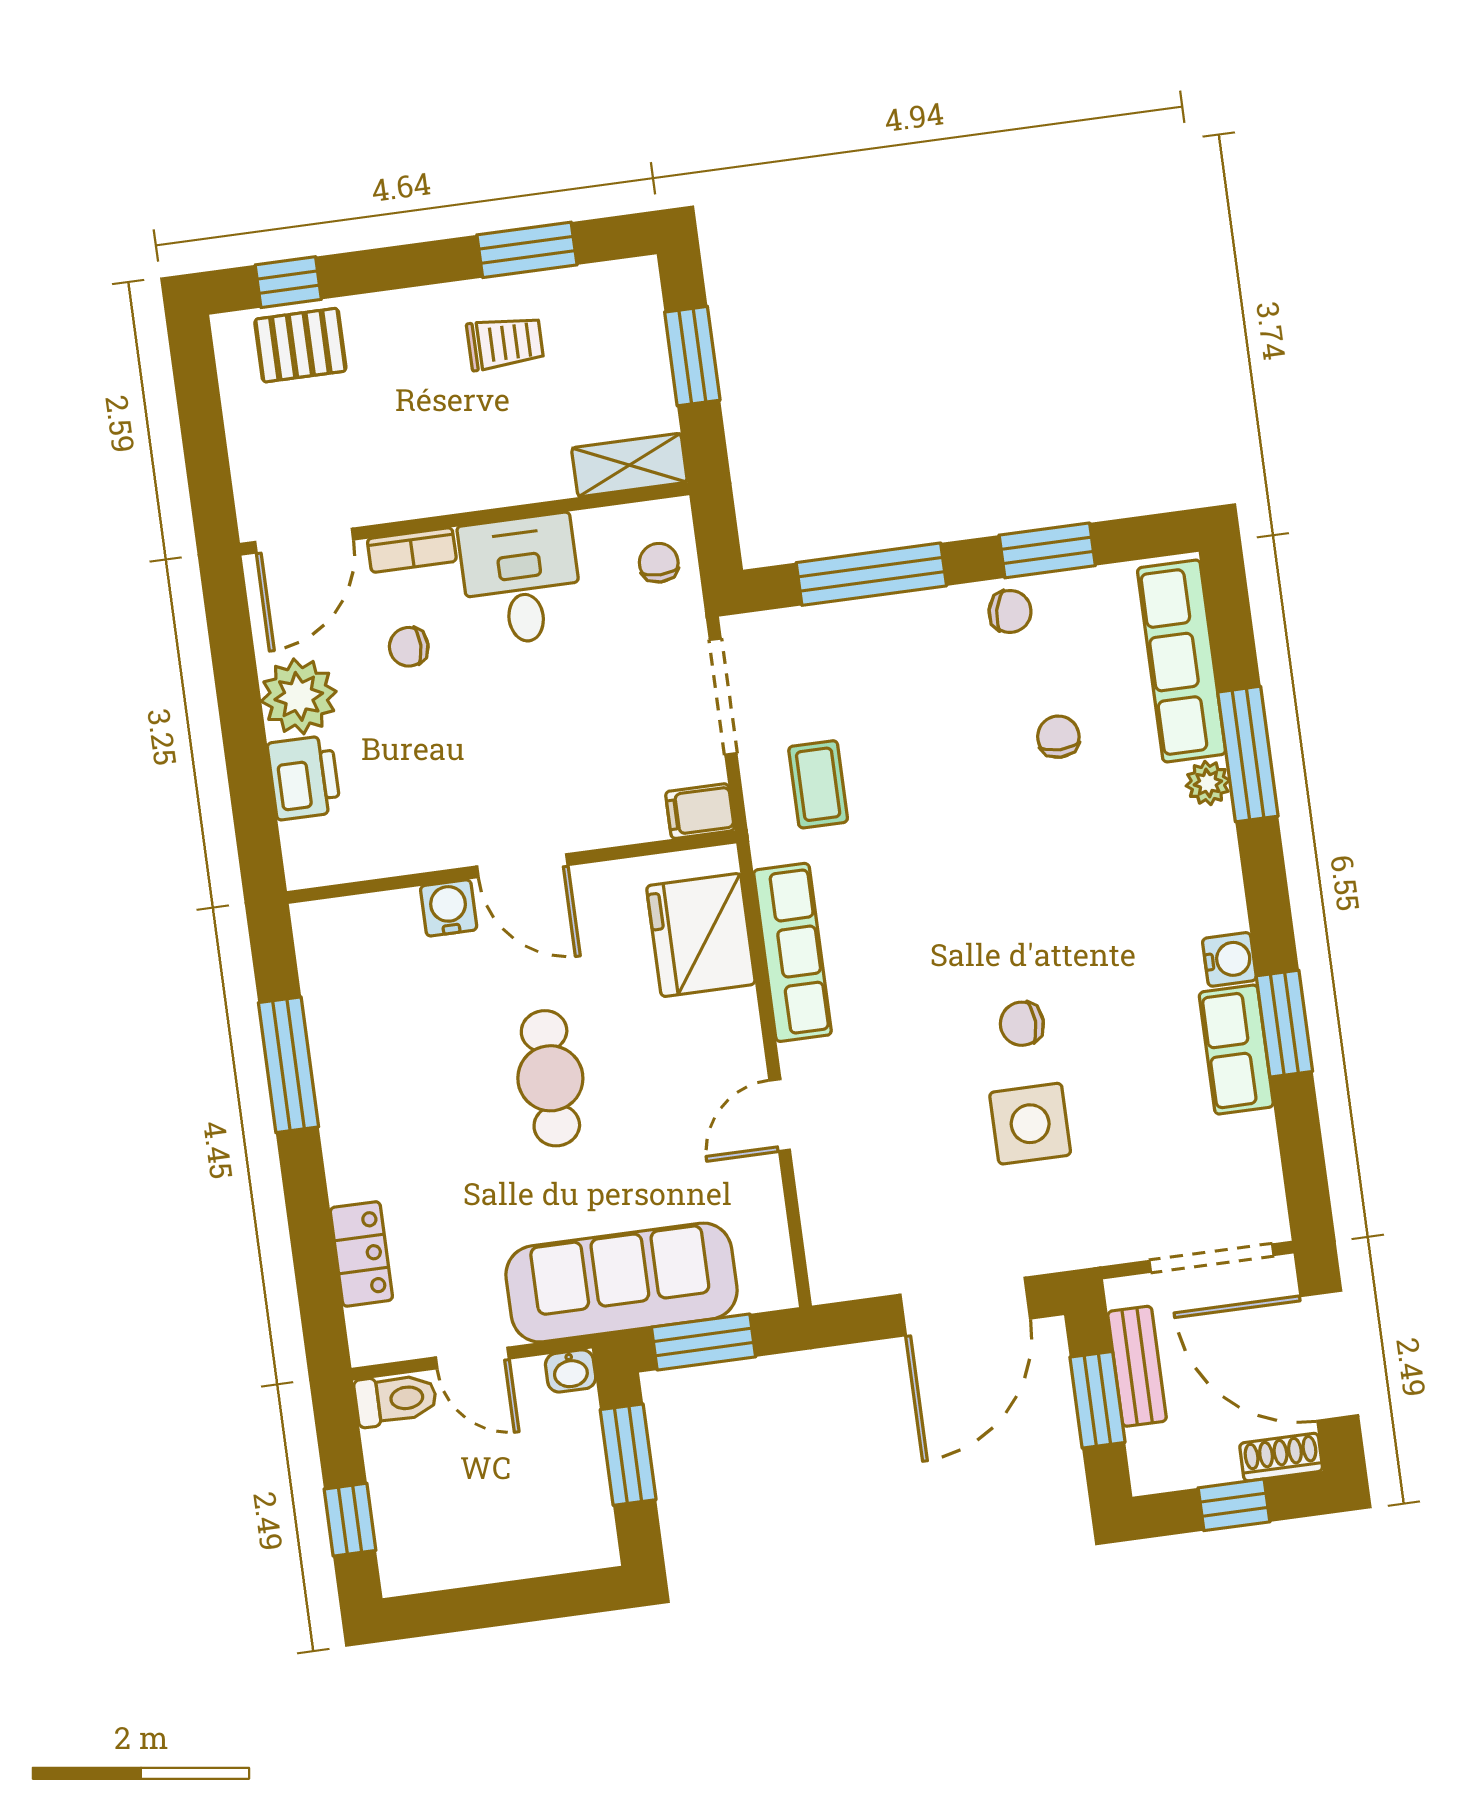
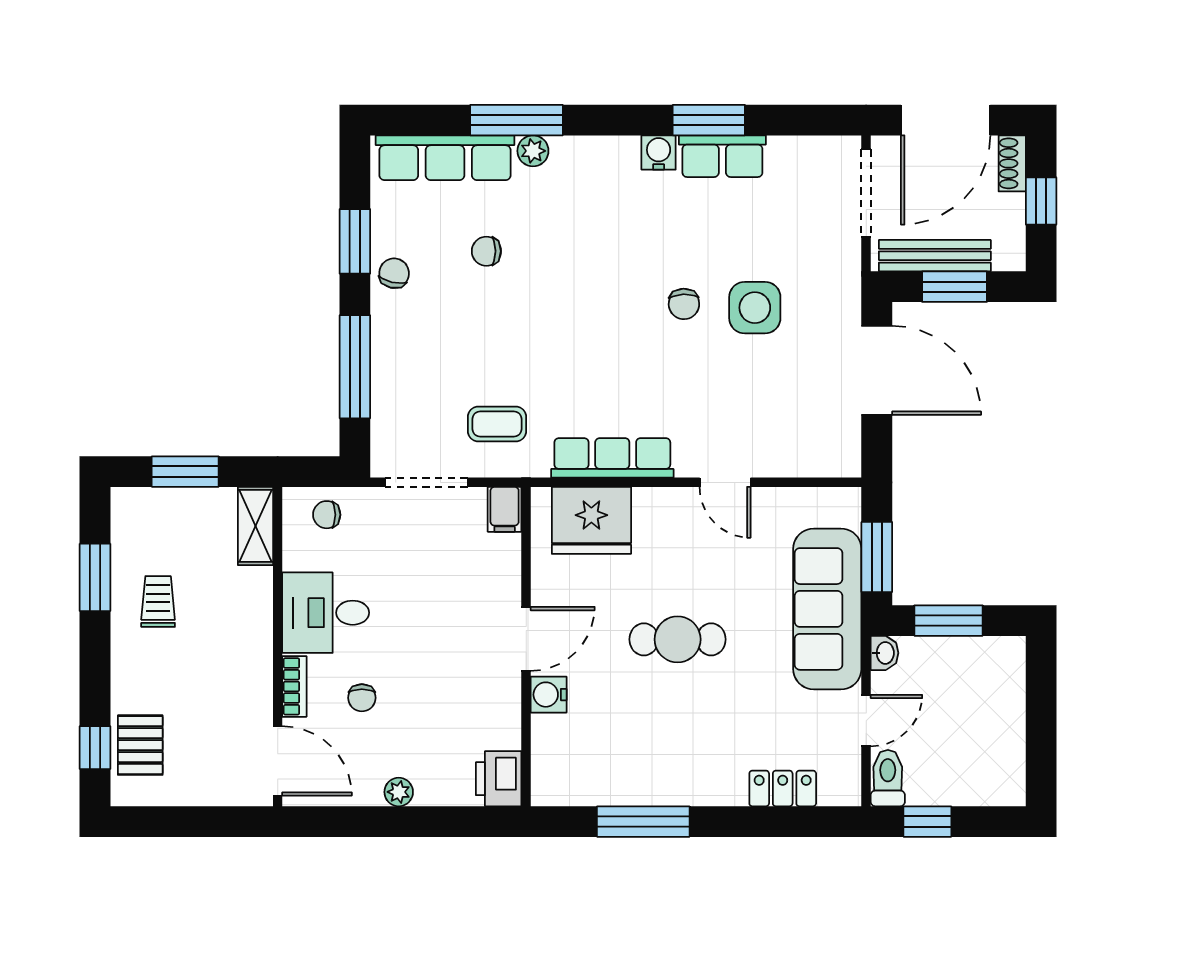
plant: (299, 696) -> (399, 792), width x0.53, depth x0.53
printer: (304, 778) -> (499, 779), moved, turned -90
bench: (1137, 1366) -> (935, 256), width x1.36
window: (350, 1520) -> (927, 822), moved

